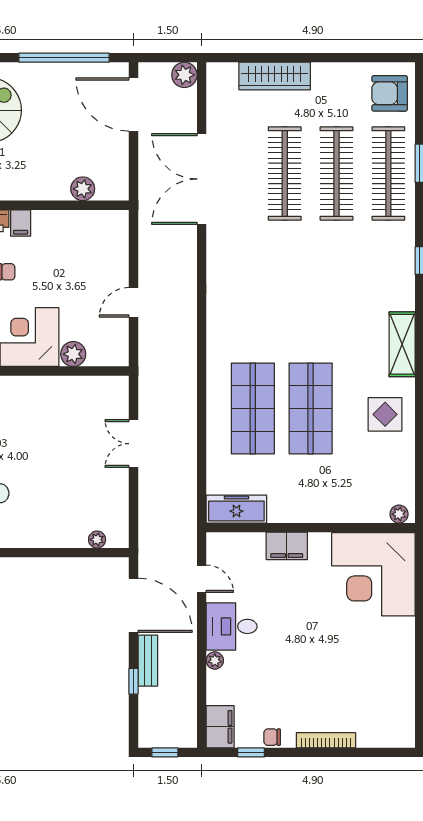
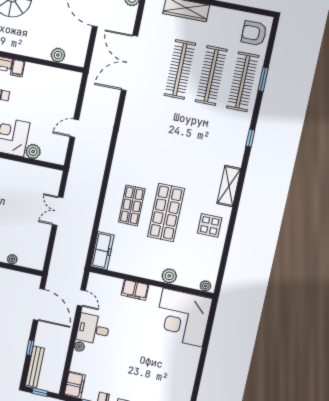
shop shelf: (253, 408) -> (132, 205), width x0.70, depth x0.74
freezer: (236, 509) -> (102, 251), moved, turned 90
plant: (337, 511) -> (169, 276), added
plant: (97, 540) -> (12, 259), moved
bench: (148, 661) -> (35, 367), moved, width x1.36

